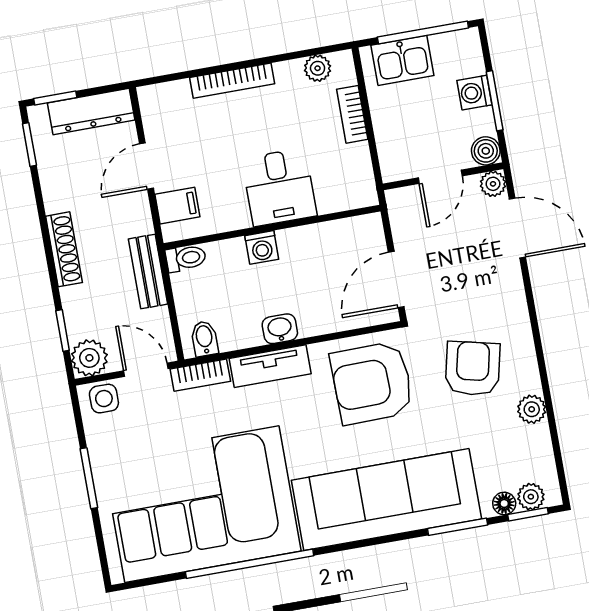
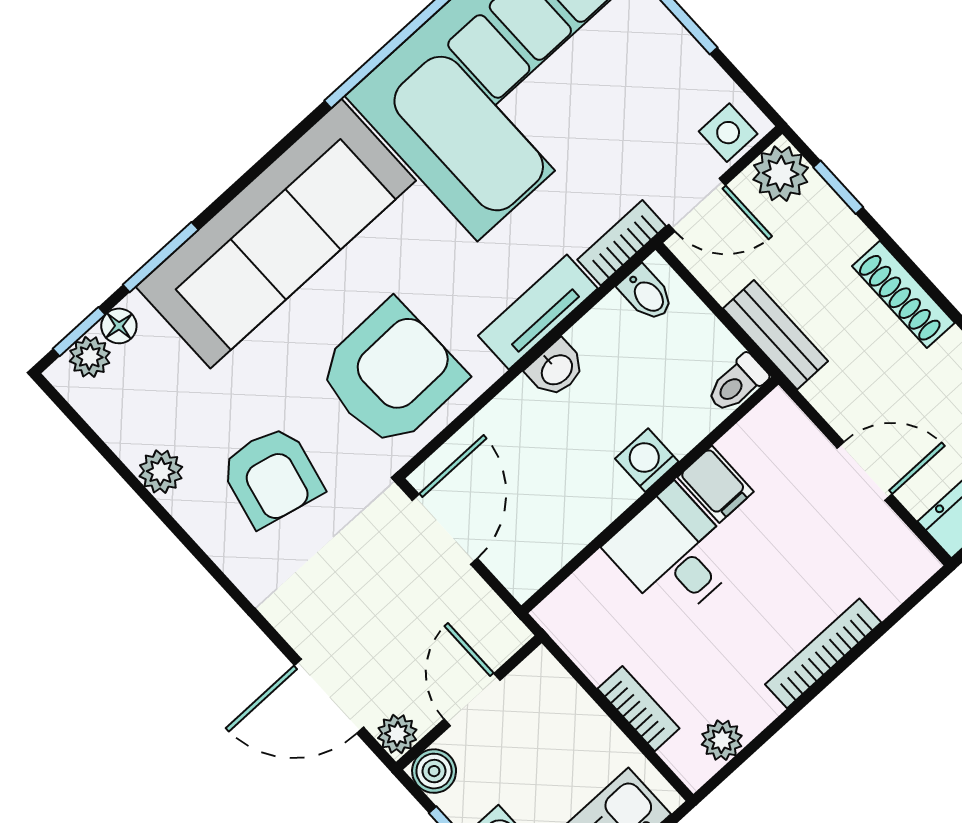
door: (146, 166) -> (865, 471), hinge flipped
filing cabinet: (177, 206) -> (716, 484), moved, turned -90

